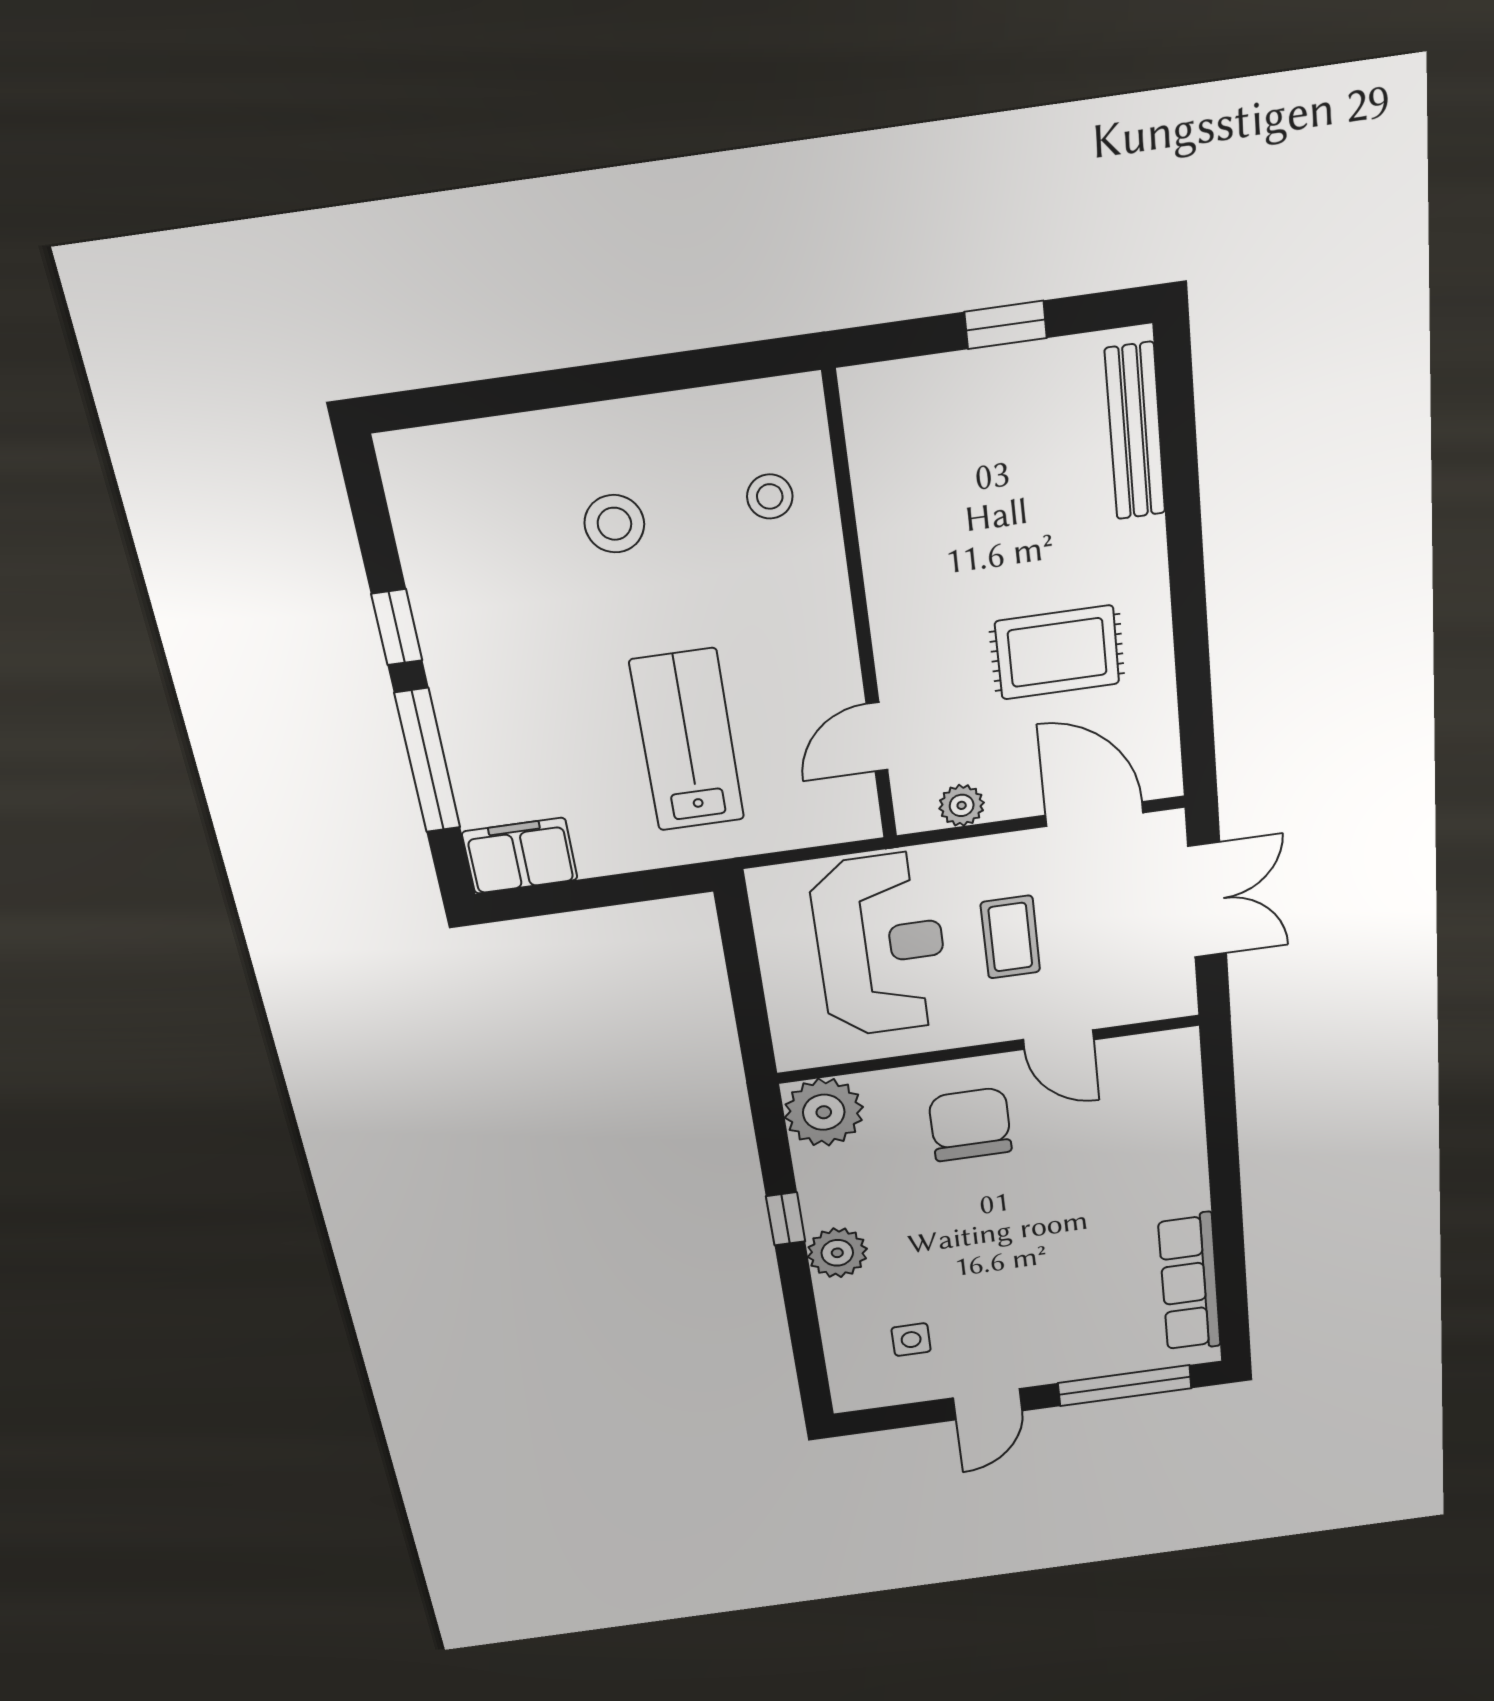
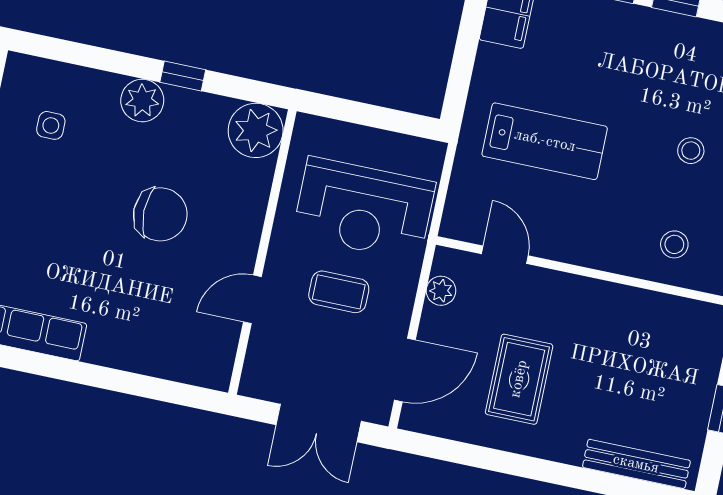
stool: (614, 524) -> (691, 151), width x0.73, depth x0.73
chair: (970, 1124) -> (160, 214), moved

